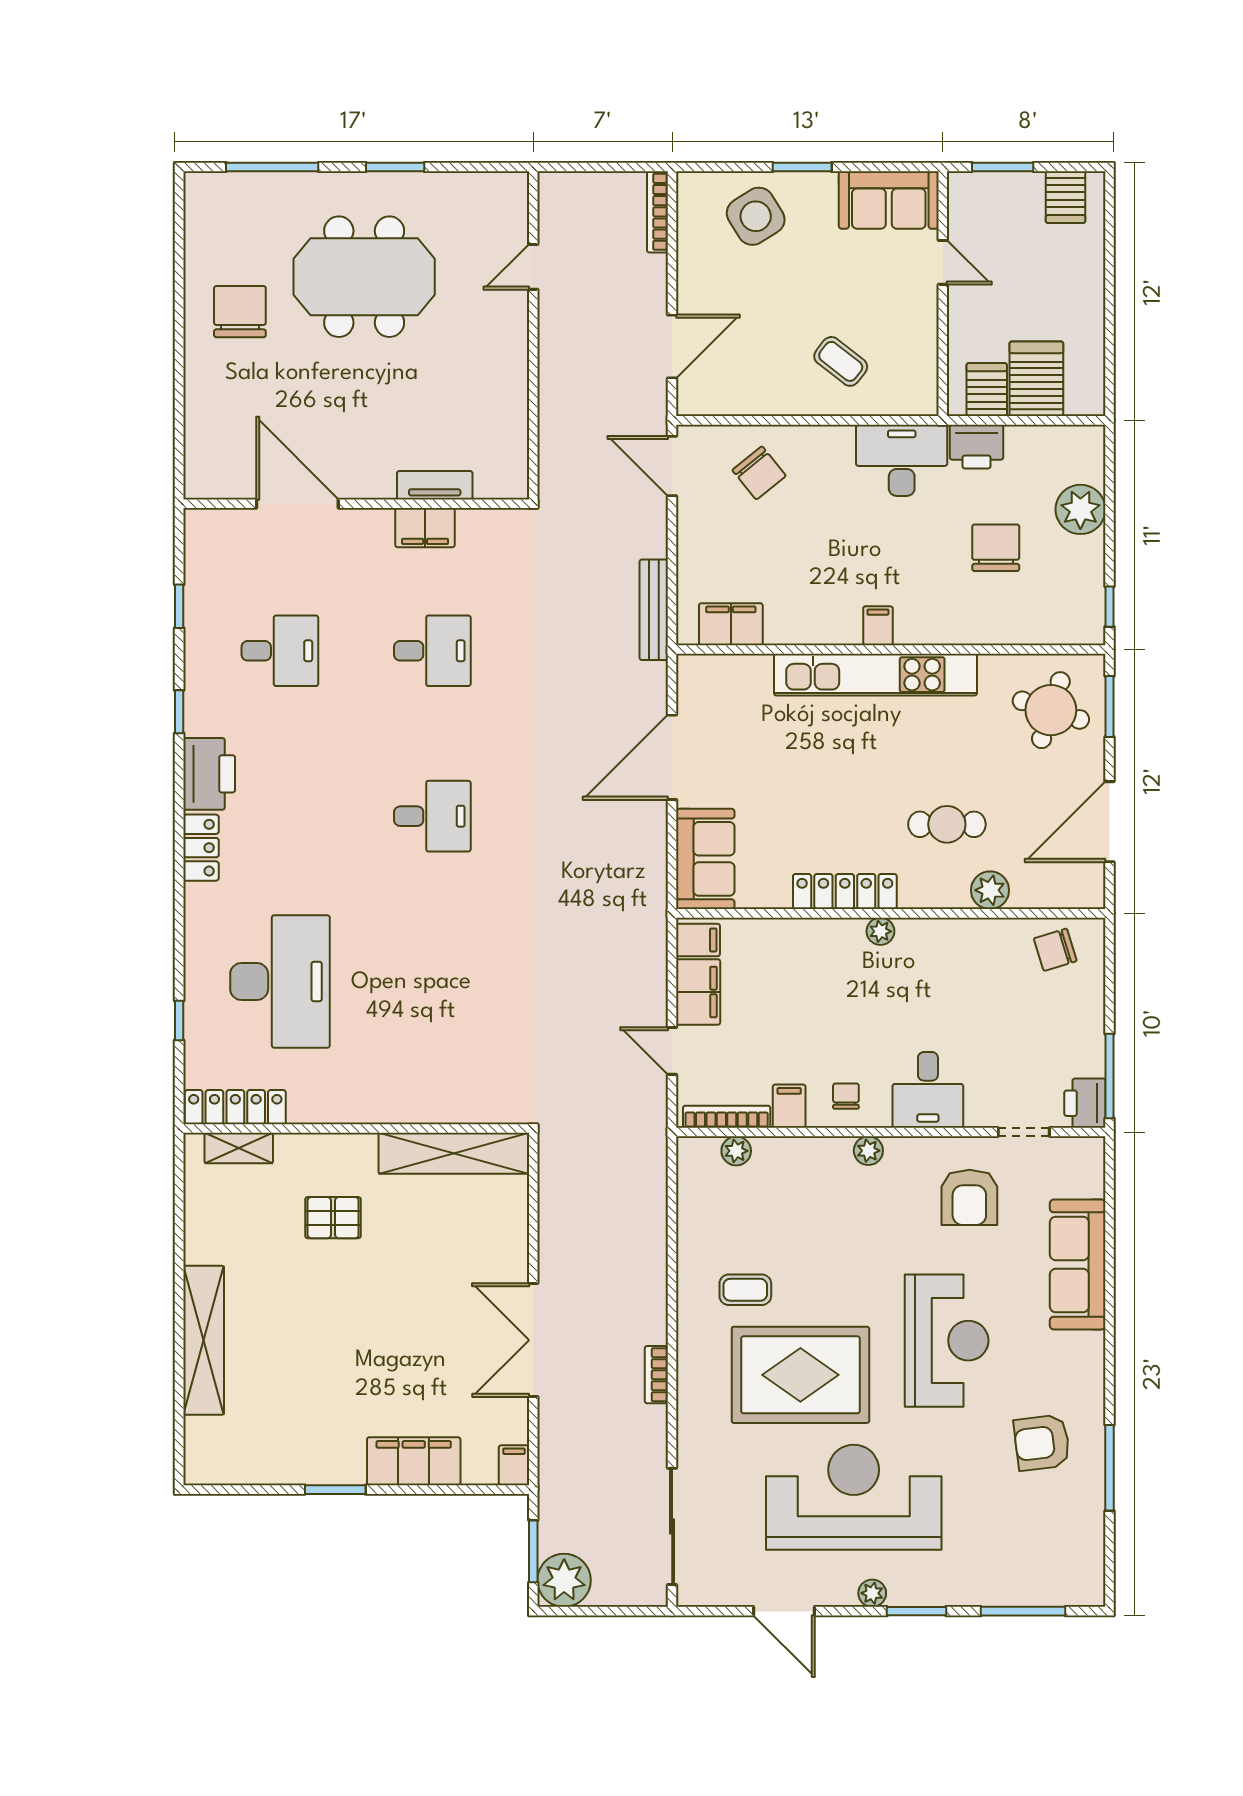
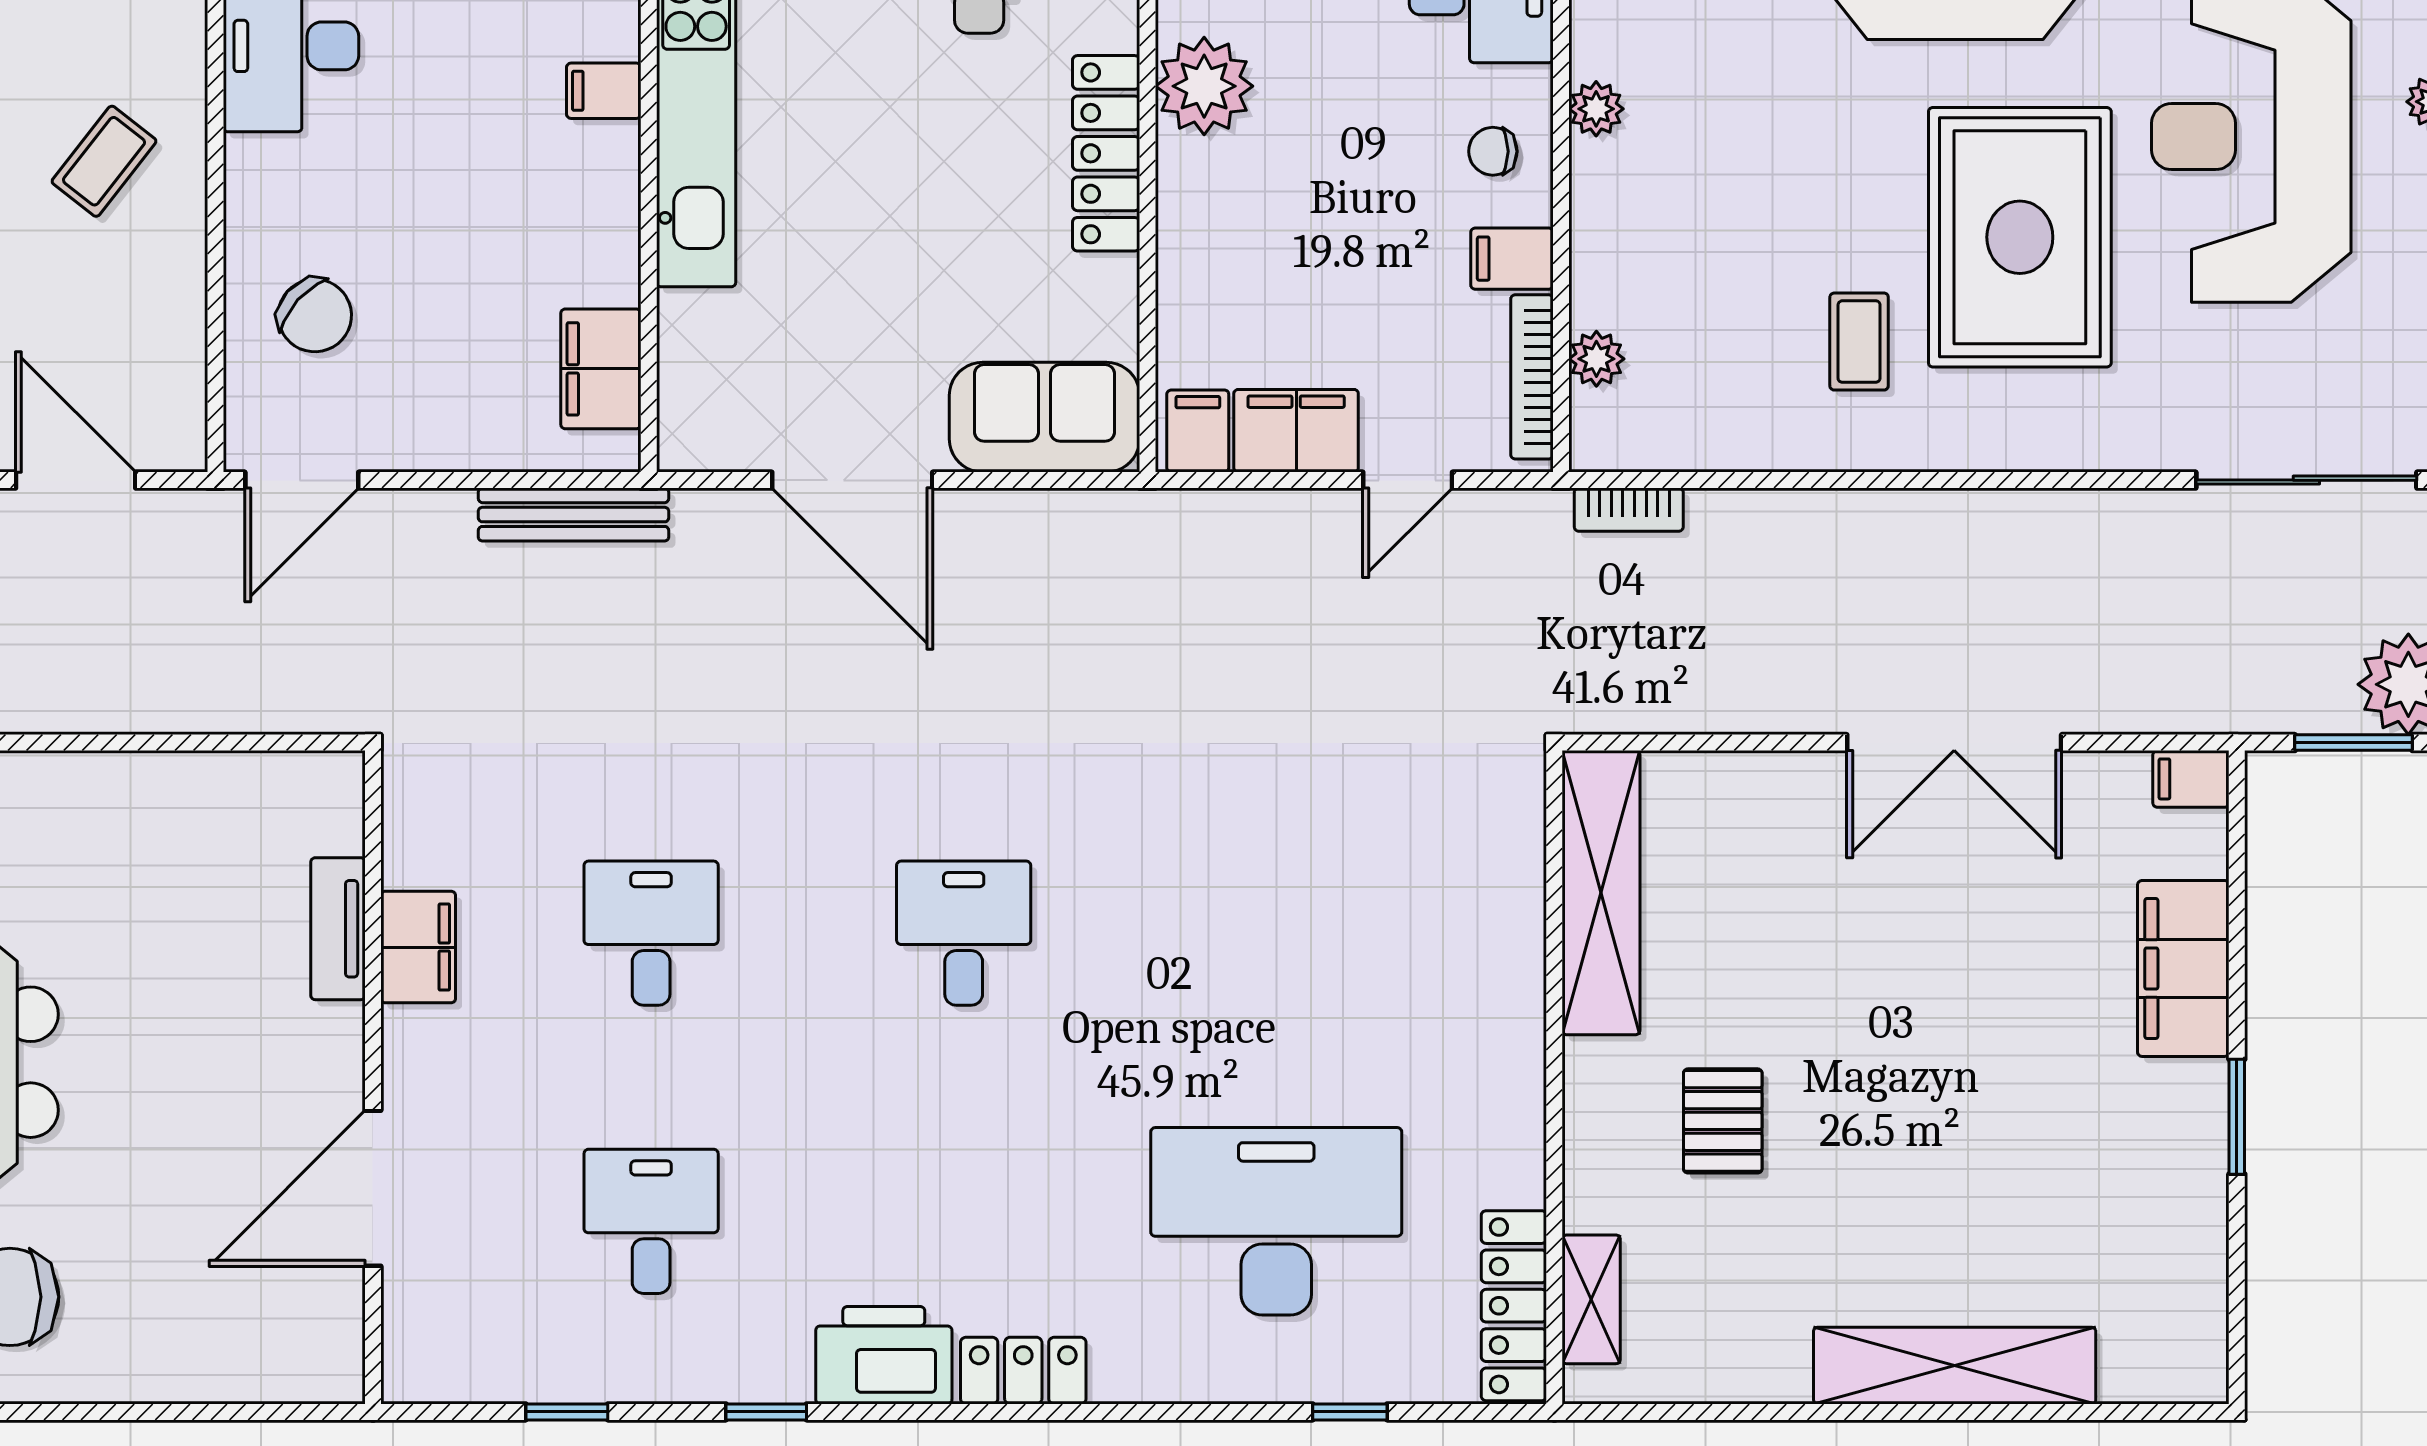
chair: (759, 473) -> (315, 315), turned 81
plant: (880, 931) -> (1204, 86), width x1.87, depth x1.87
bookcase: (656, 1375) -> (1629, 510), moved

